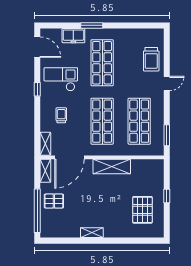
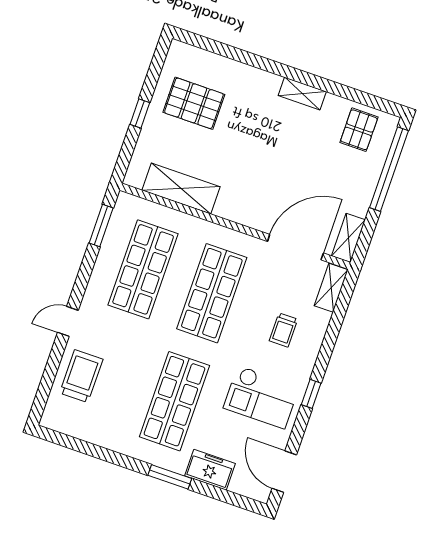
shelving: (112, 166) -> (181, 189), moved
pallet: (54, 201) -> (359, 130), moved, turned 90
pallet: (142, 210) -> (194, 103), turned 90

